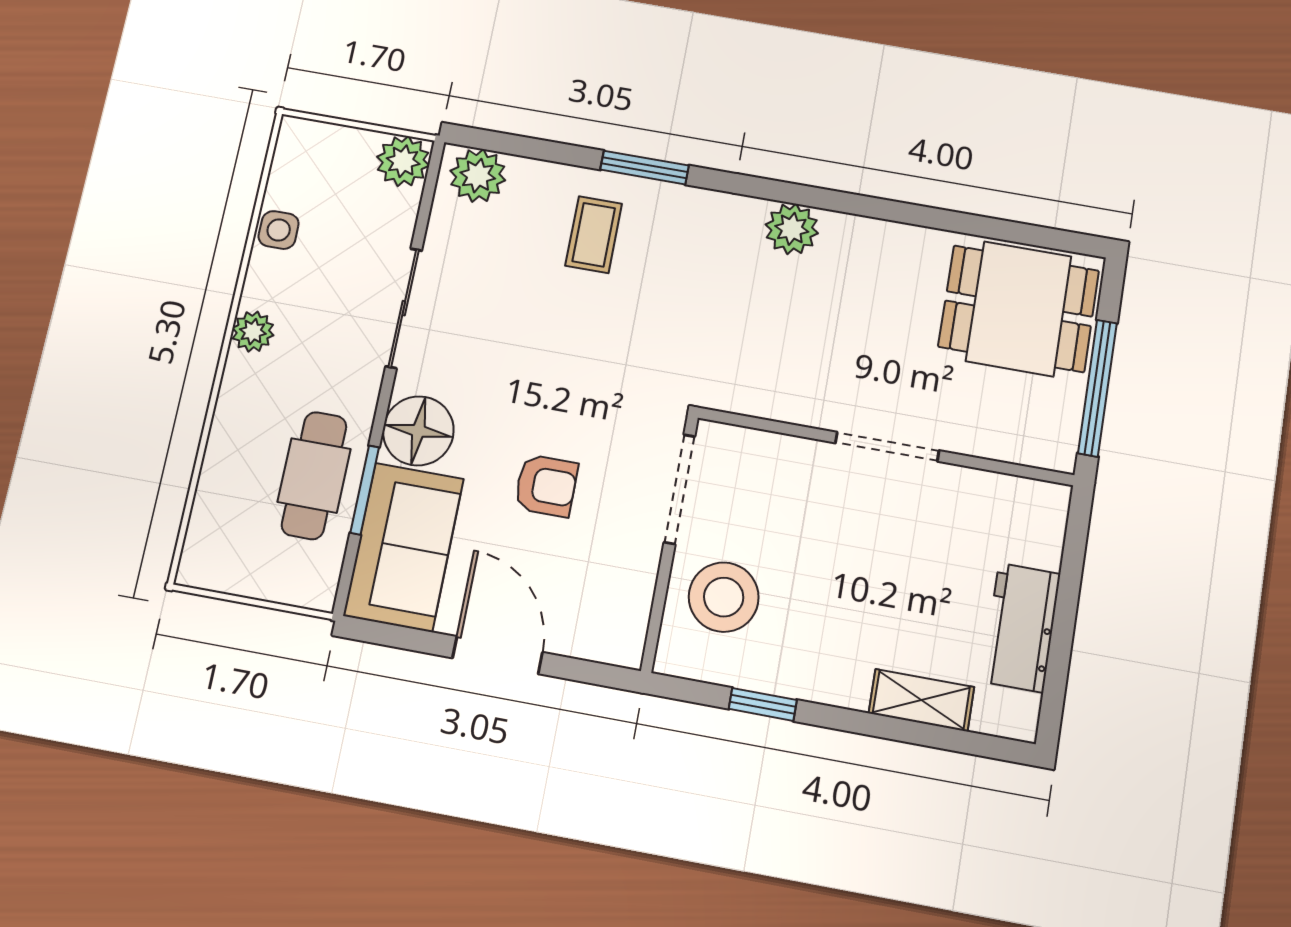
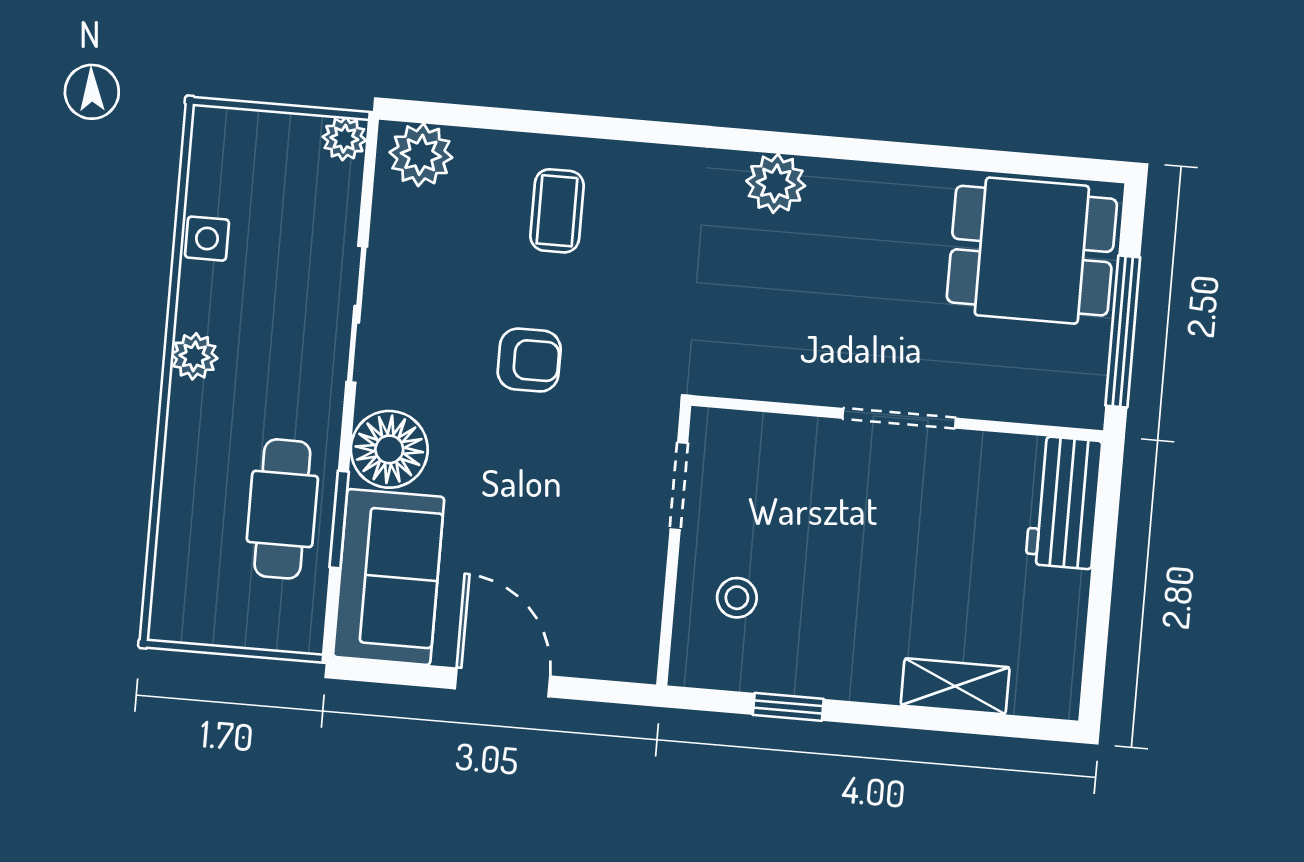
plant: (403, 161) -> (344, 139), width x0.73, depth x0.73
window: (645, 168) -> (606, 128), removed
armchair: (546, 486) -> (529, 360), moved
doorway: (679, 489) -> (679, 486), width x0.73
stool: (724, 597) -> (737, 598), width x0.53, depth x0.53
workbench: (1021, 627) -> (1064, 502), moved

